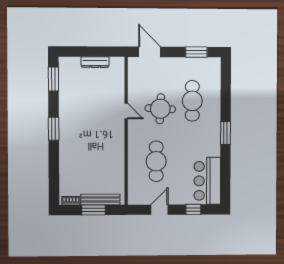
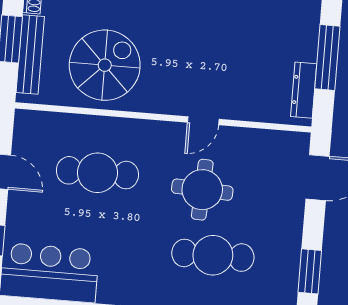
window: (89, 52) -> (327, 57), added
dresser: (95, 62) -> (304, 90), moved
spiral stairs: (103, 162) -> (105, 65), added

